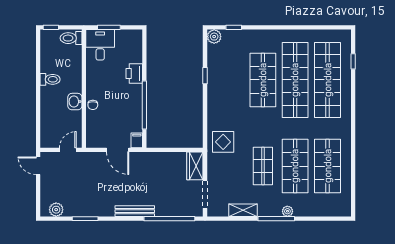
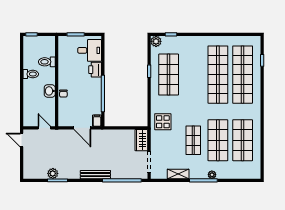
toilet: (71, 38) -> (47, 62), moved
desk: (100, 45) -> (90, 50), moved, turned 90
shop shelf: (263, 80) -> (169, 75), moved
door: (68, 150) -> (44, 128), hinge flipped
plant: (56, 210) -> (53, 173), moved

